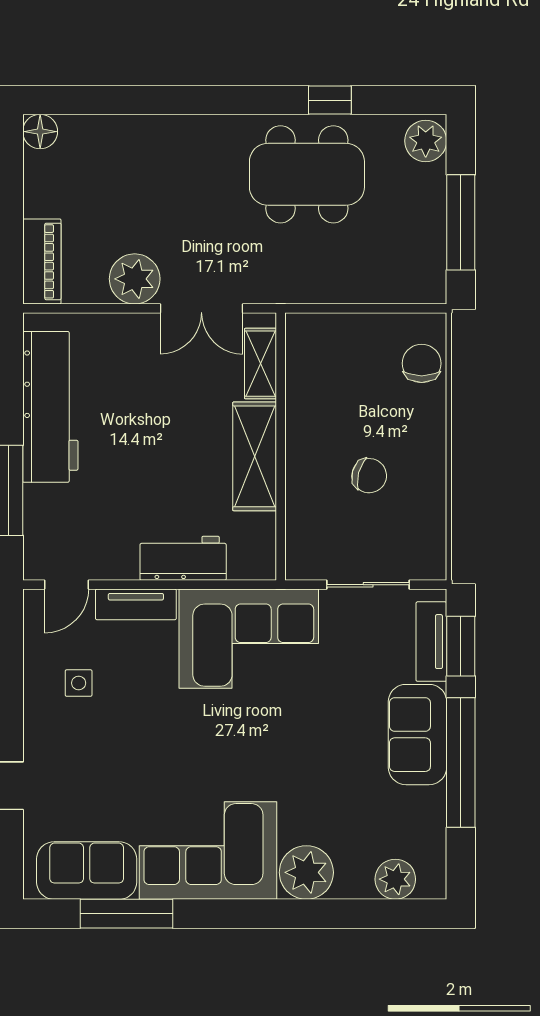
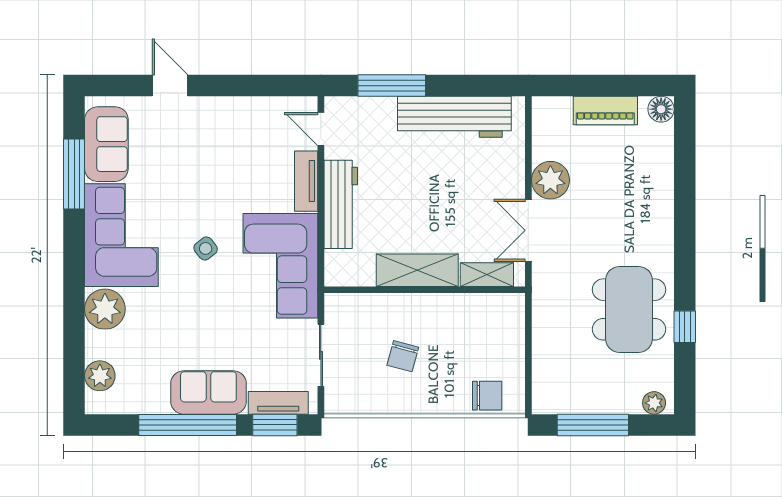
plant: (426, 141) -> (654, 403), width x0.73, depth x0.73
piano: (42, 261) -> (605, 110), moved
workbench: (183, 558) -> (341, 204), width x1.38
side table: (79, 683) -> (206, 248), moved, turned -38

